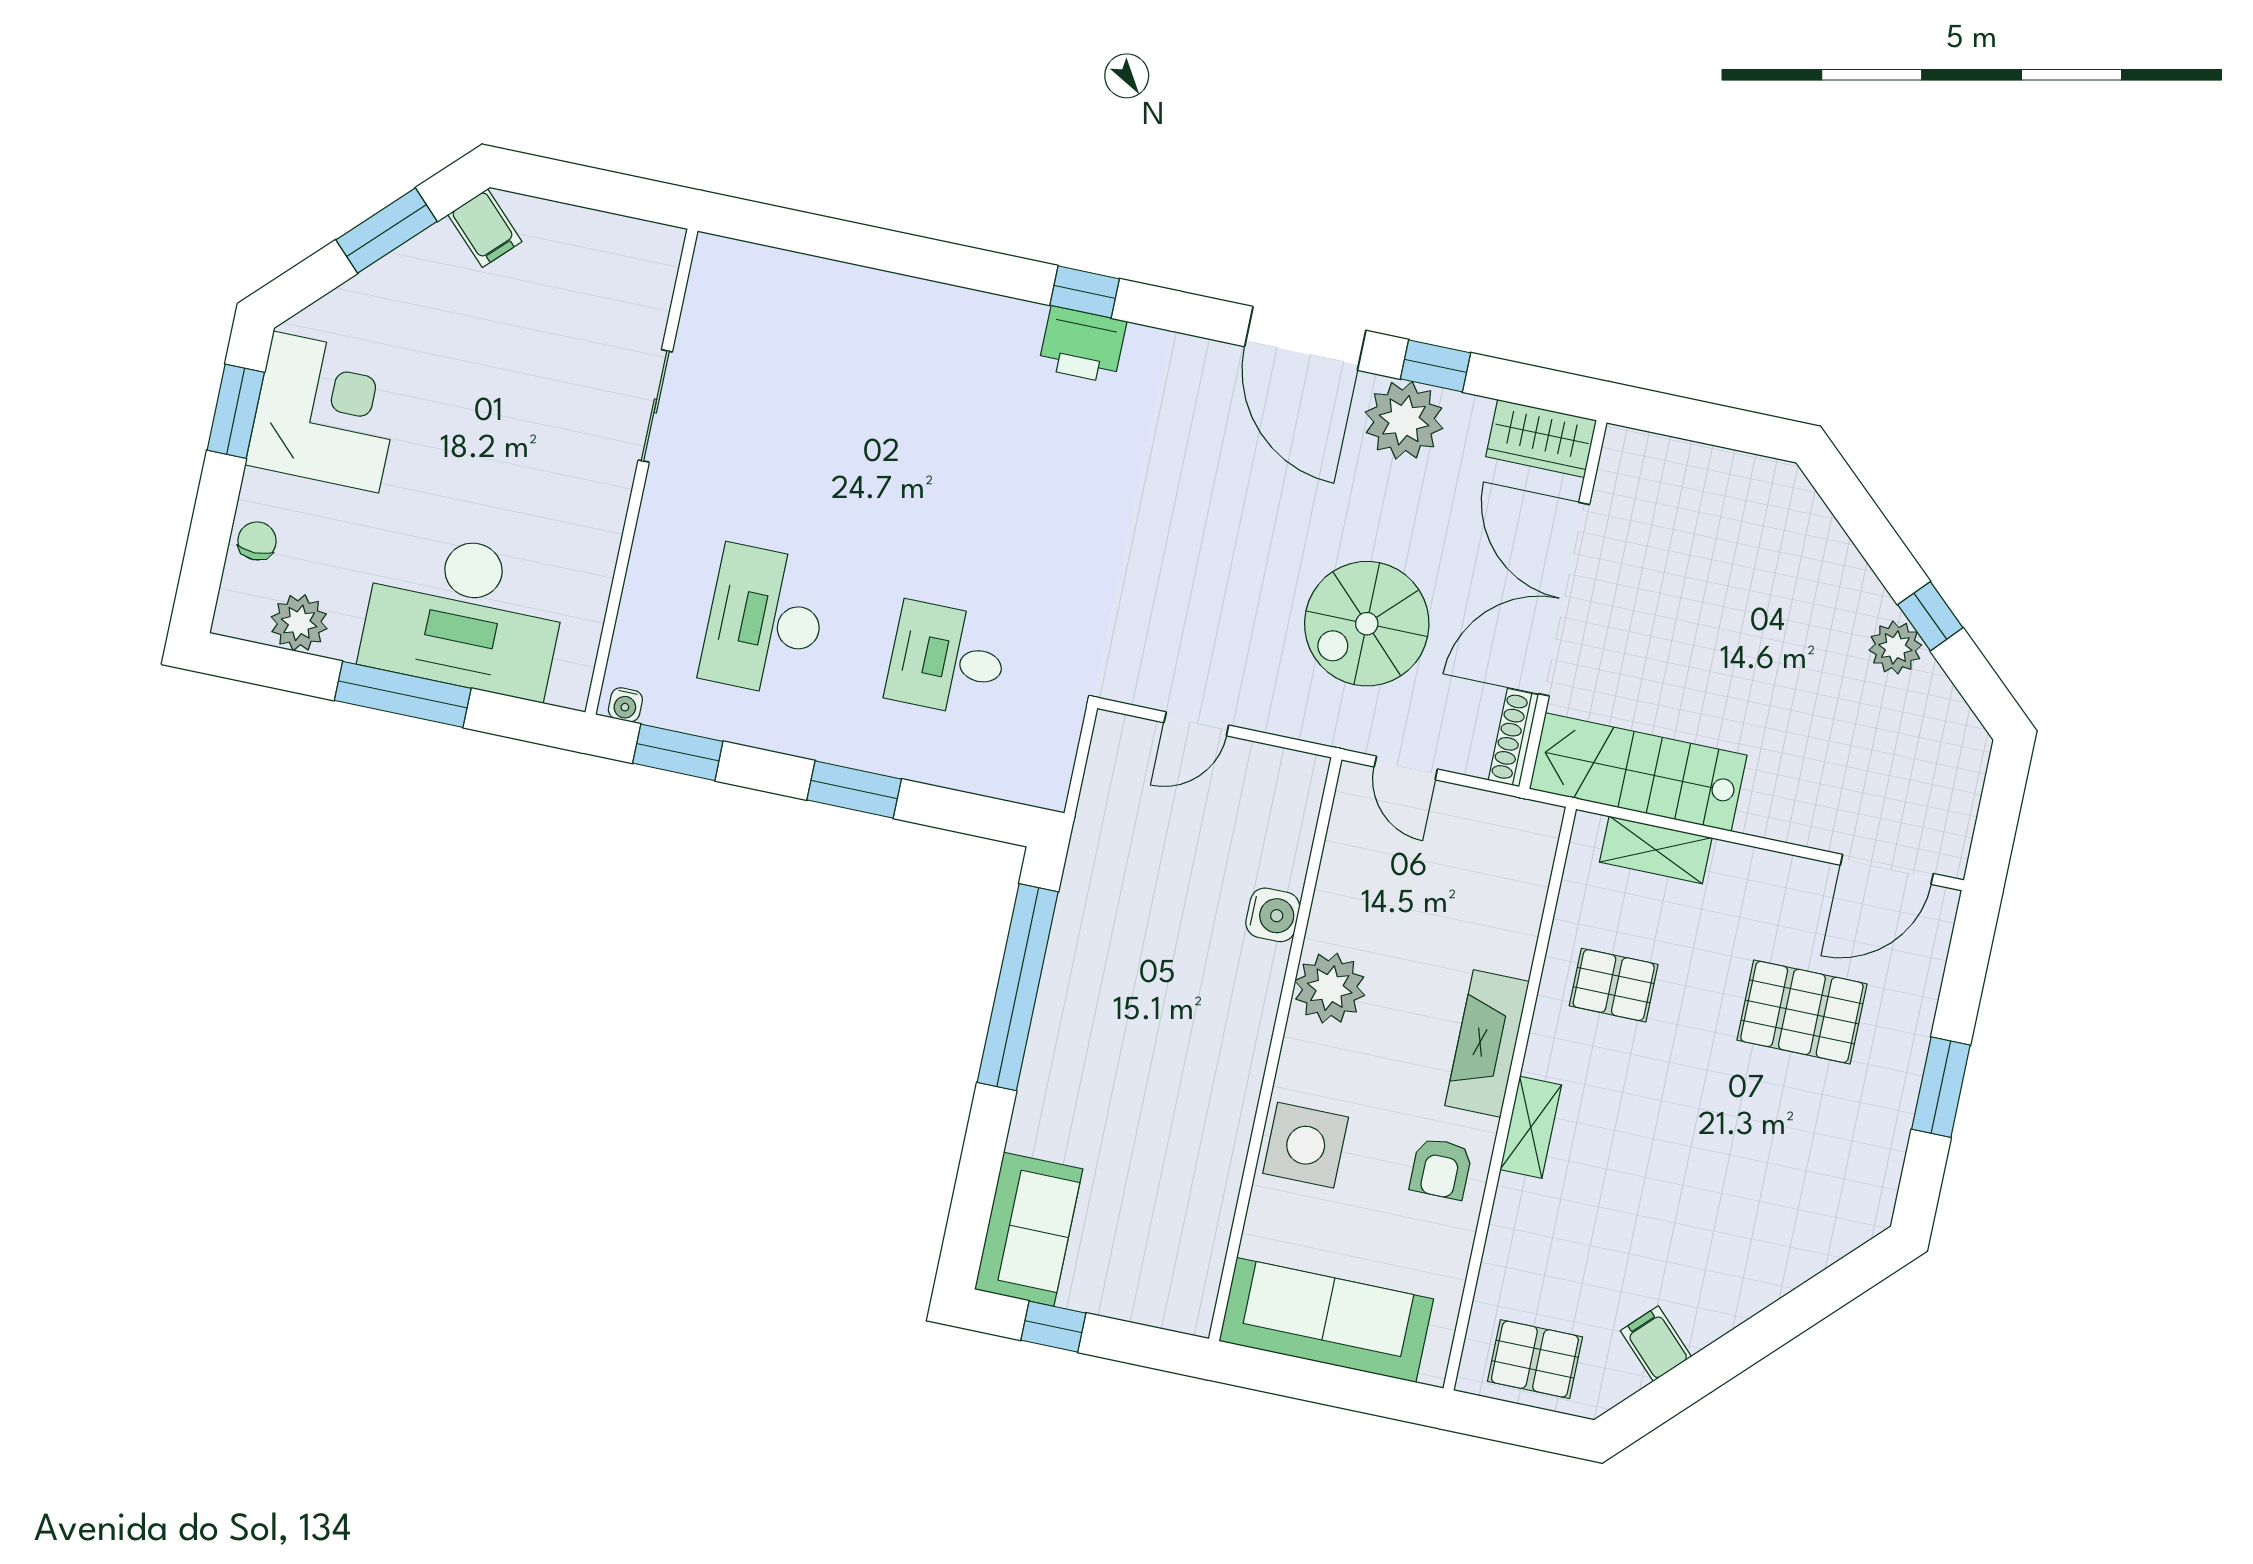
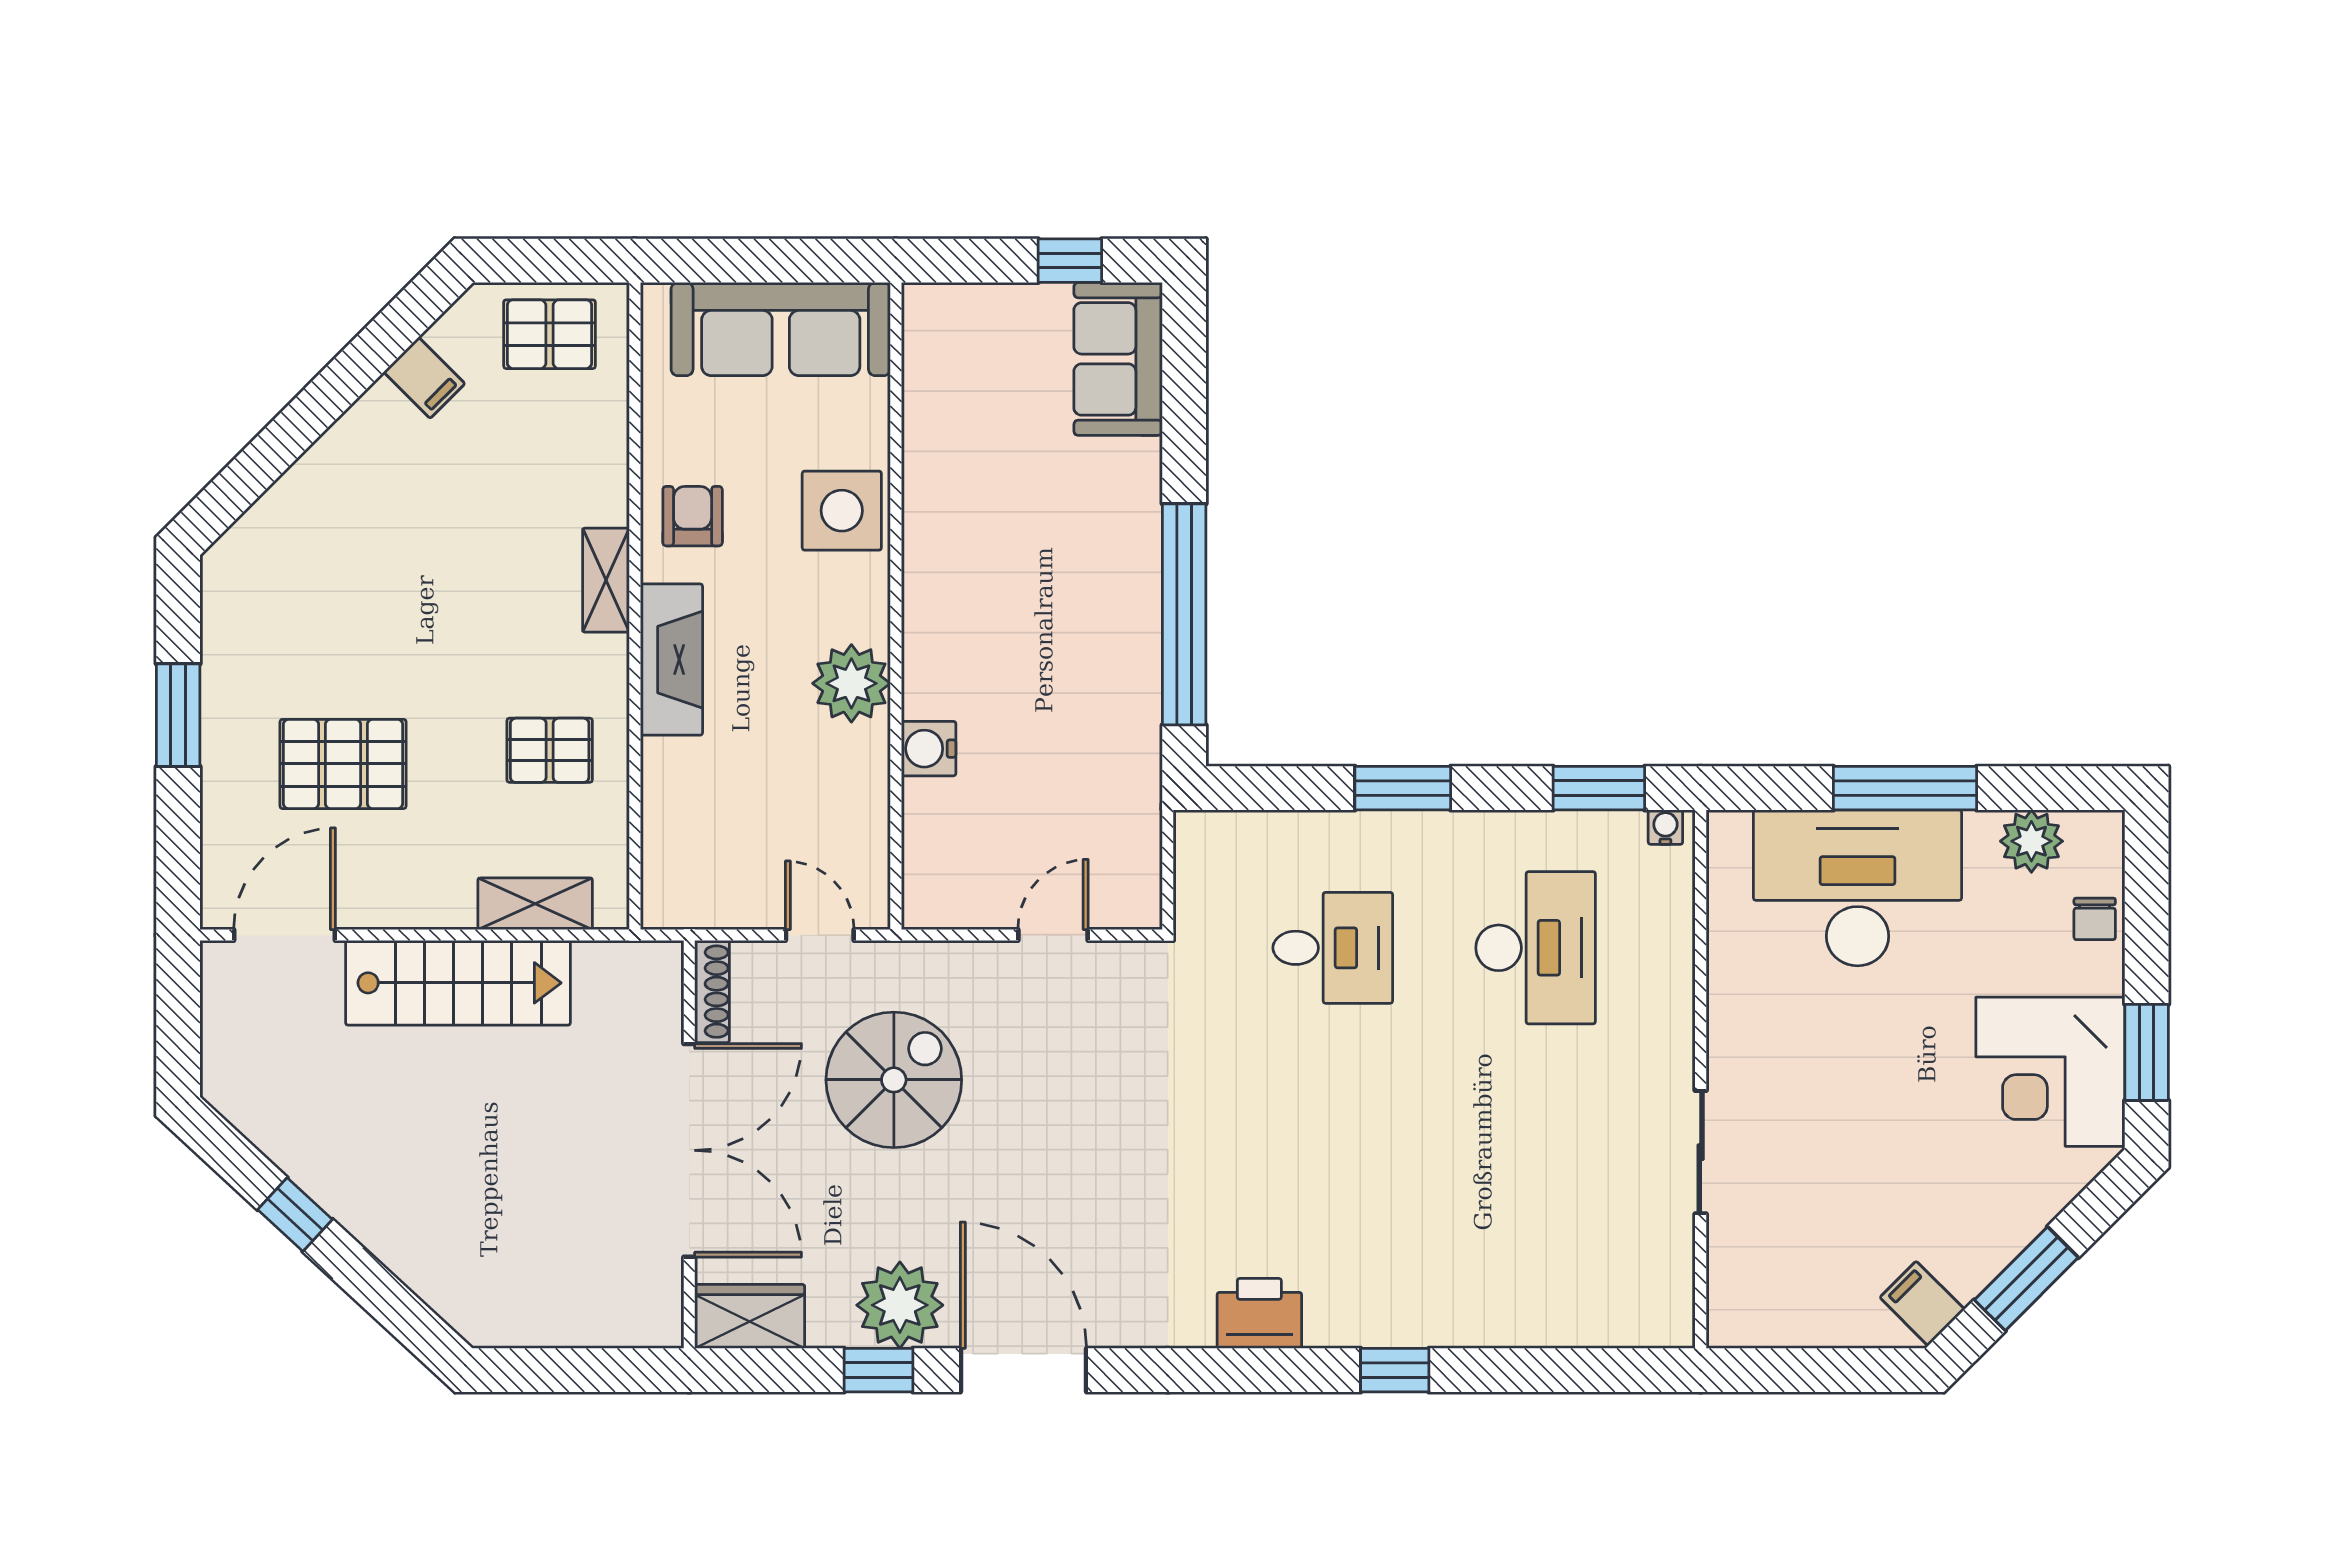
window: (1085, 292) -> (1395, 1370), moved
plant: (1895, 648) -> (325, 1173), removed
stairs: (1638, 772) -> (458, 983), moved

